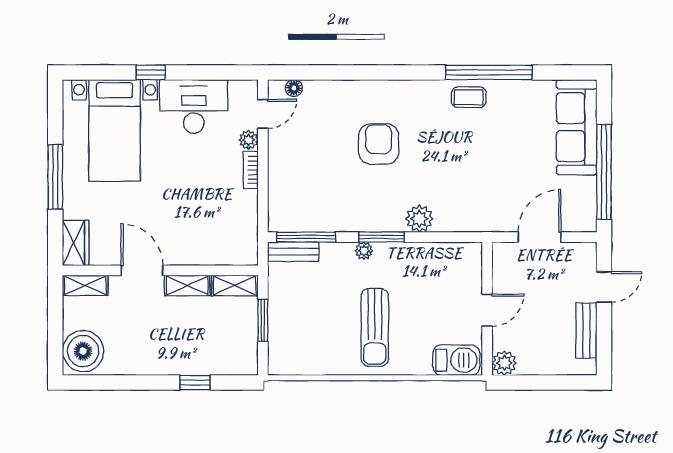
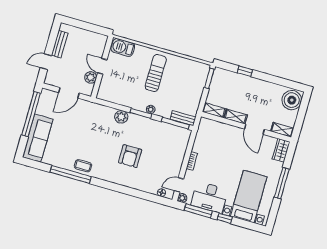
window: (209, 72) -> (198, 211), added
plant: (249, 140) -> (182, 198), moved
door: (487, 310) -> (102, 66), hinge flipped
window: (263, 320) -> (209, 78), moved
plant: (504, 363) -> (91, 77), moved

